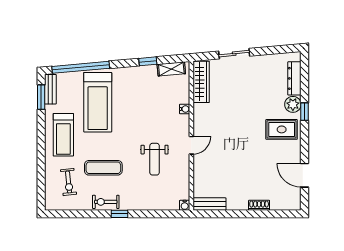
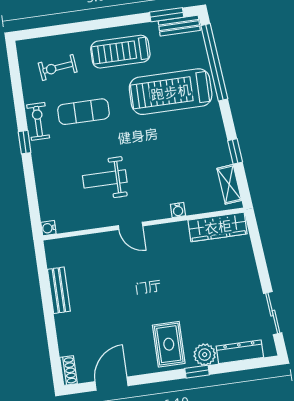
sliding door: (234, 54) -> (273, 313), moved
exercise mat: (103, 168) -> (84, 112), turned 90
bench: (210, 204) -> (59, 290), moved
shoe rack: (259, 205) -> (68, 371), moved

